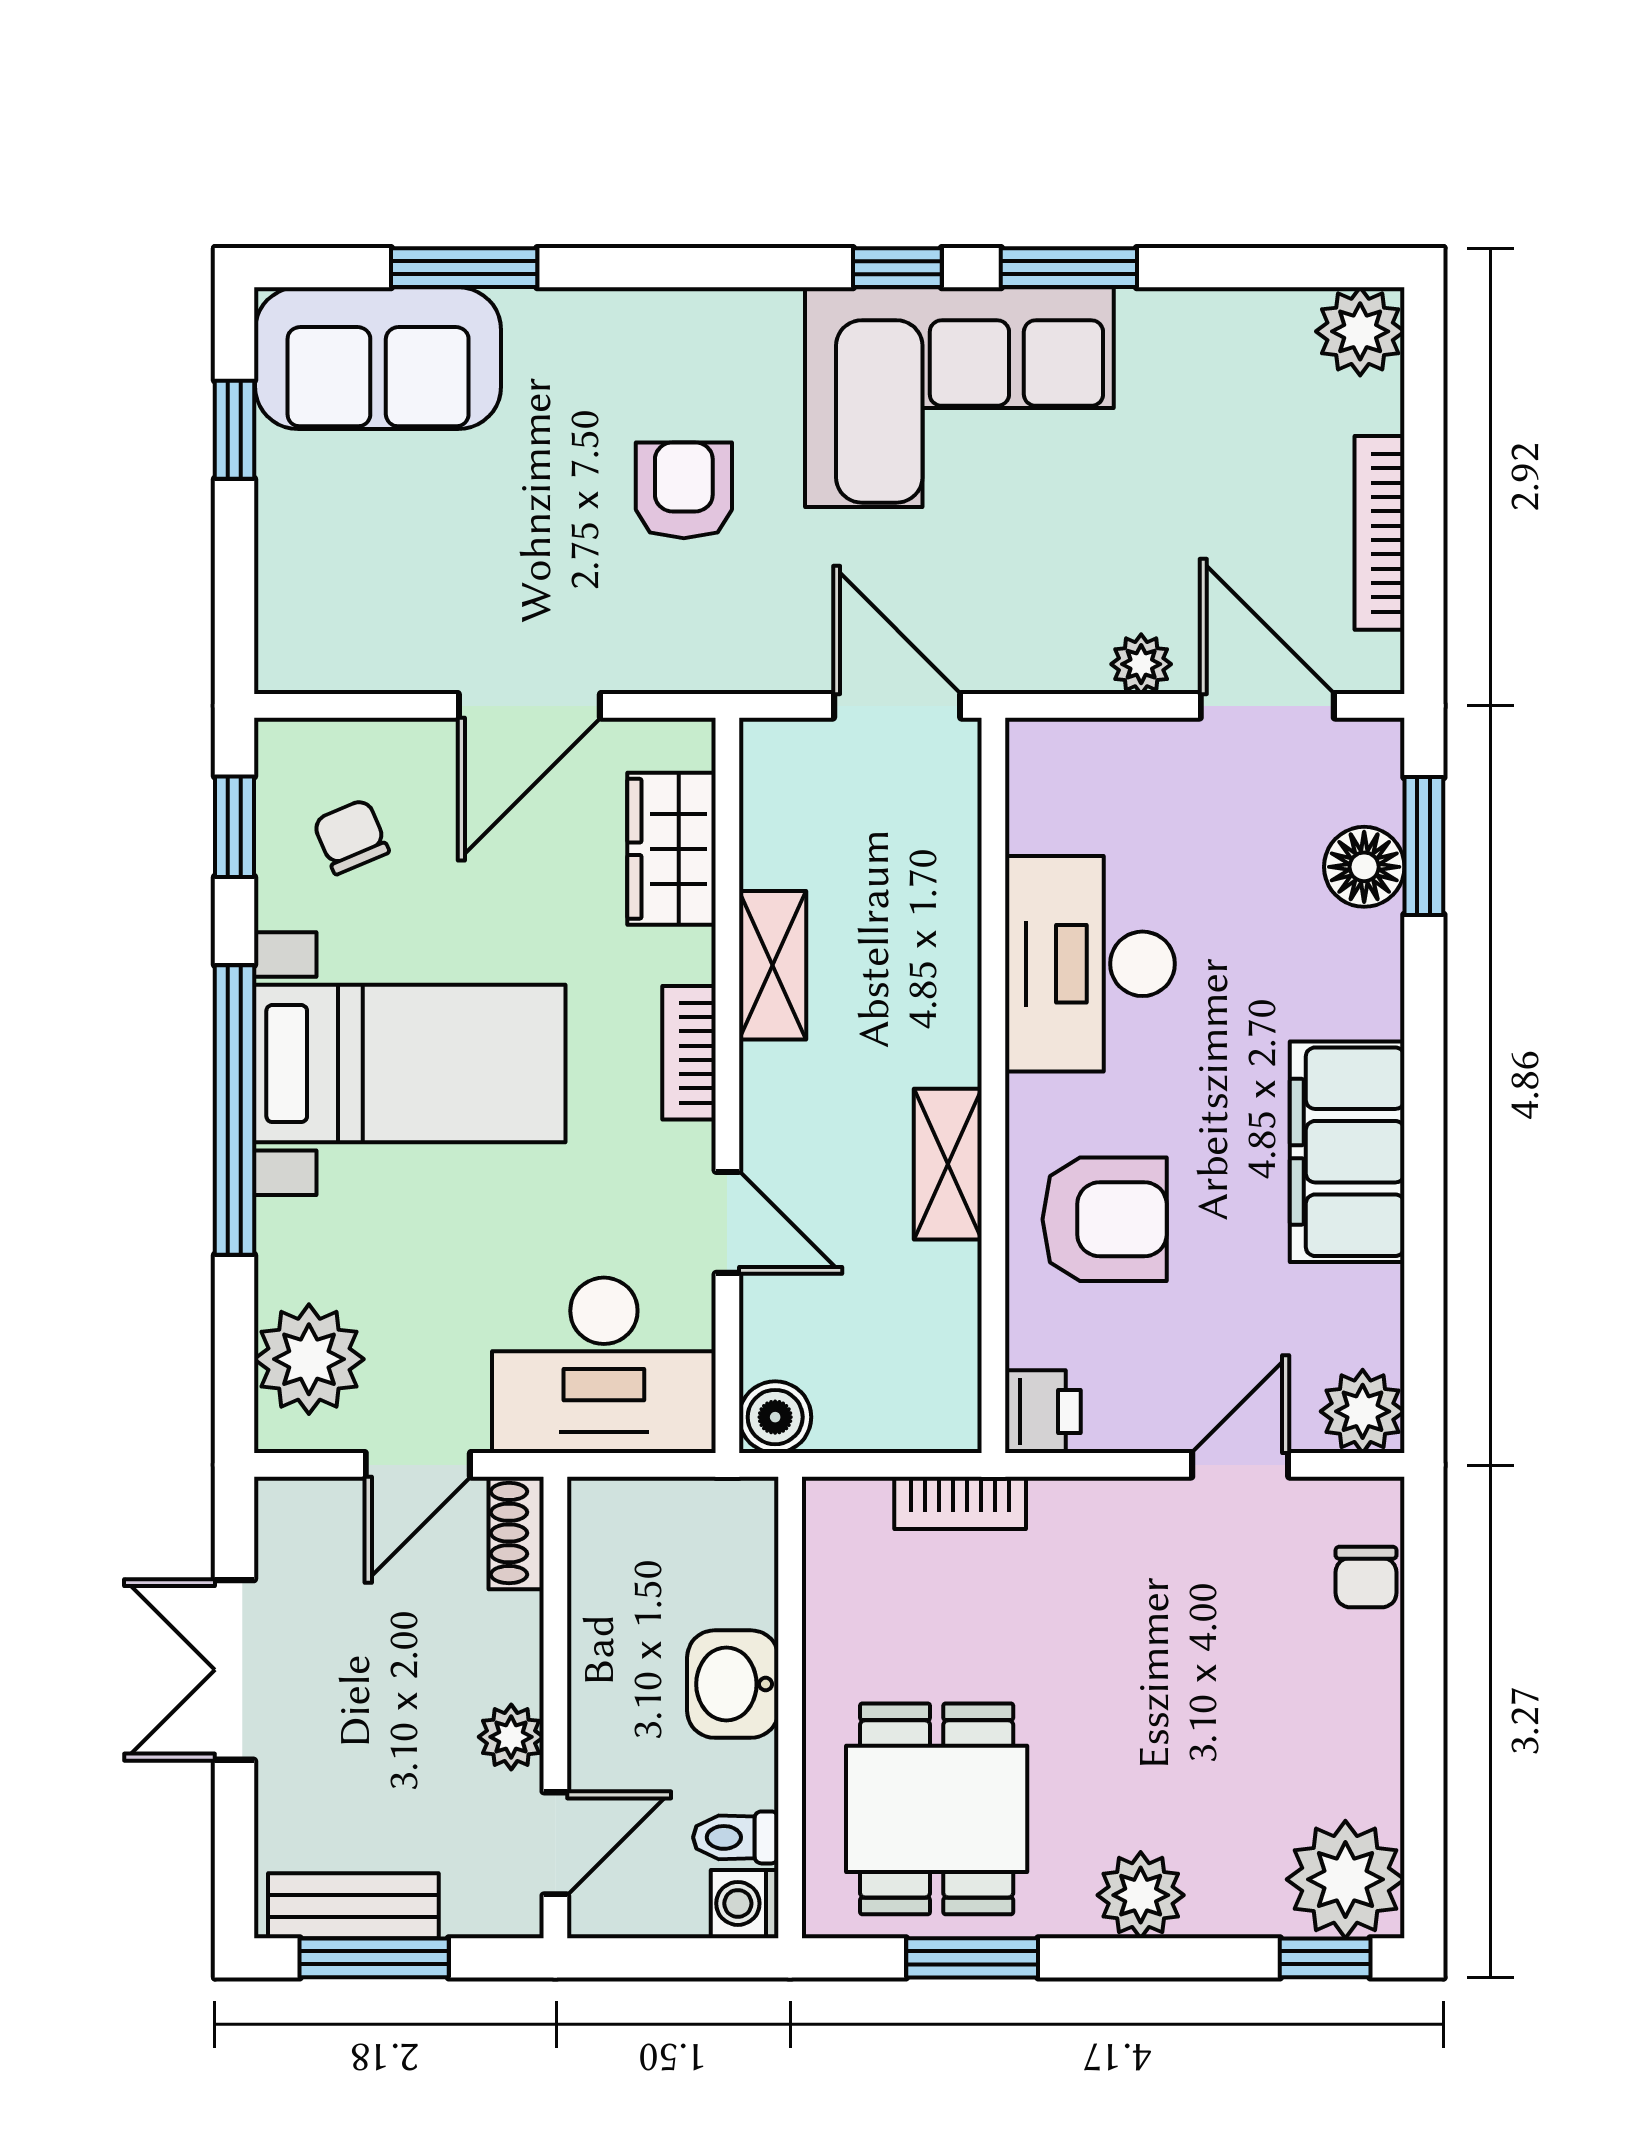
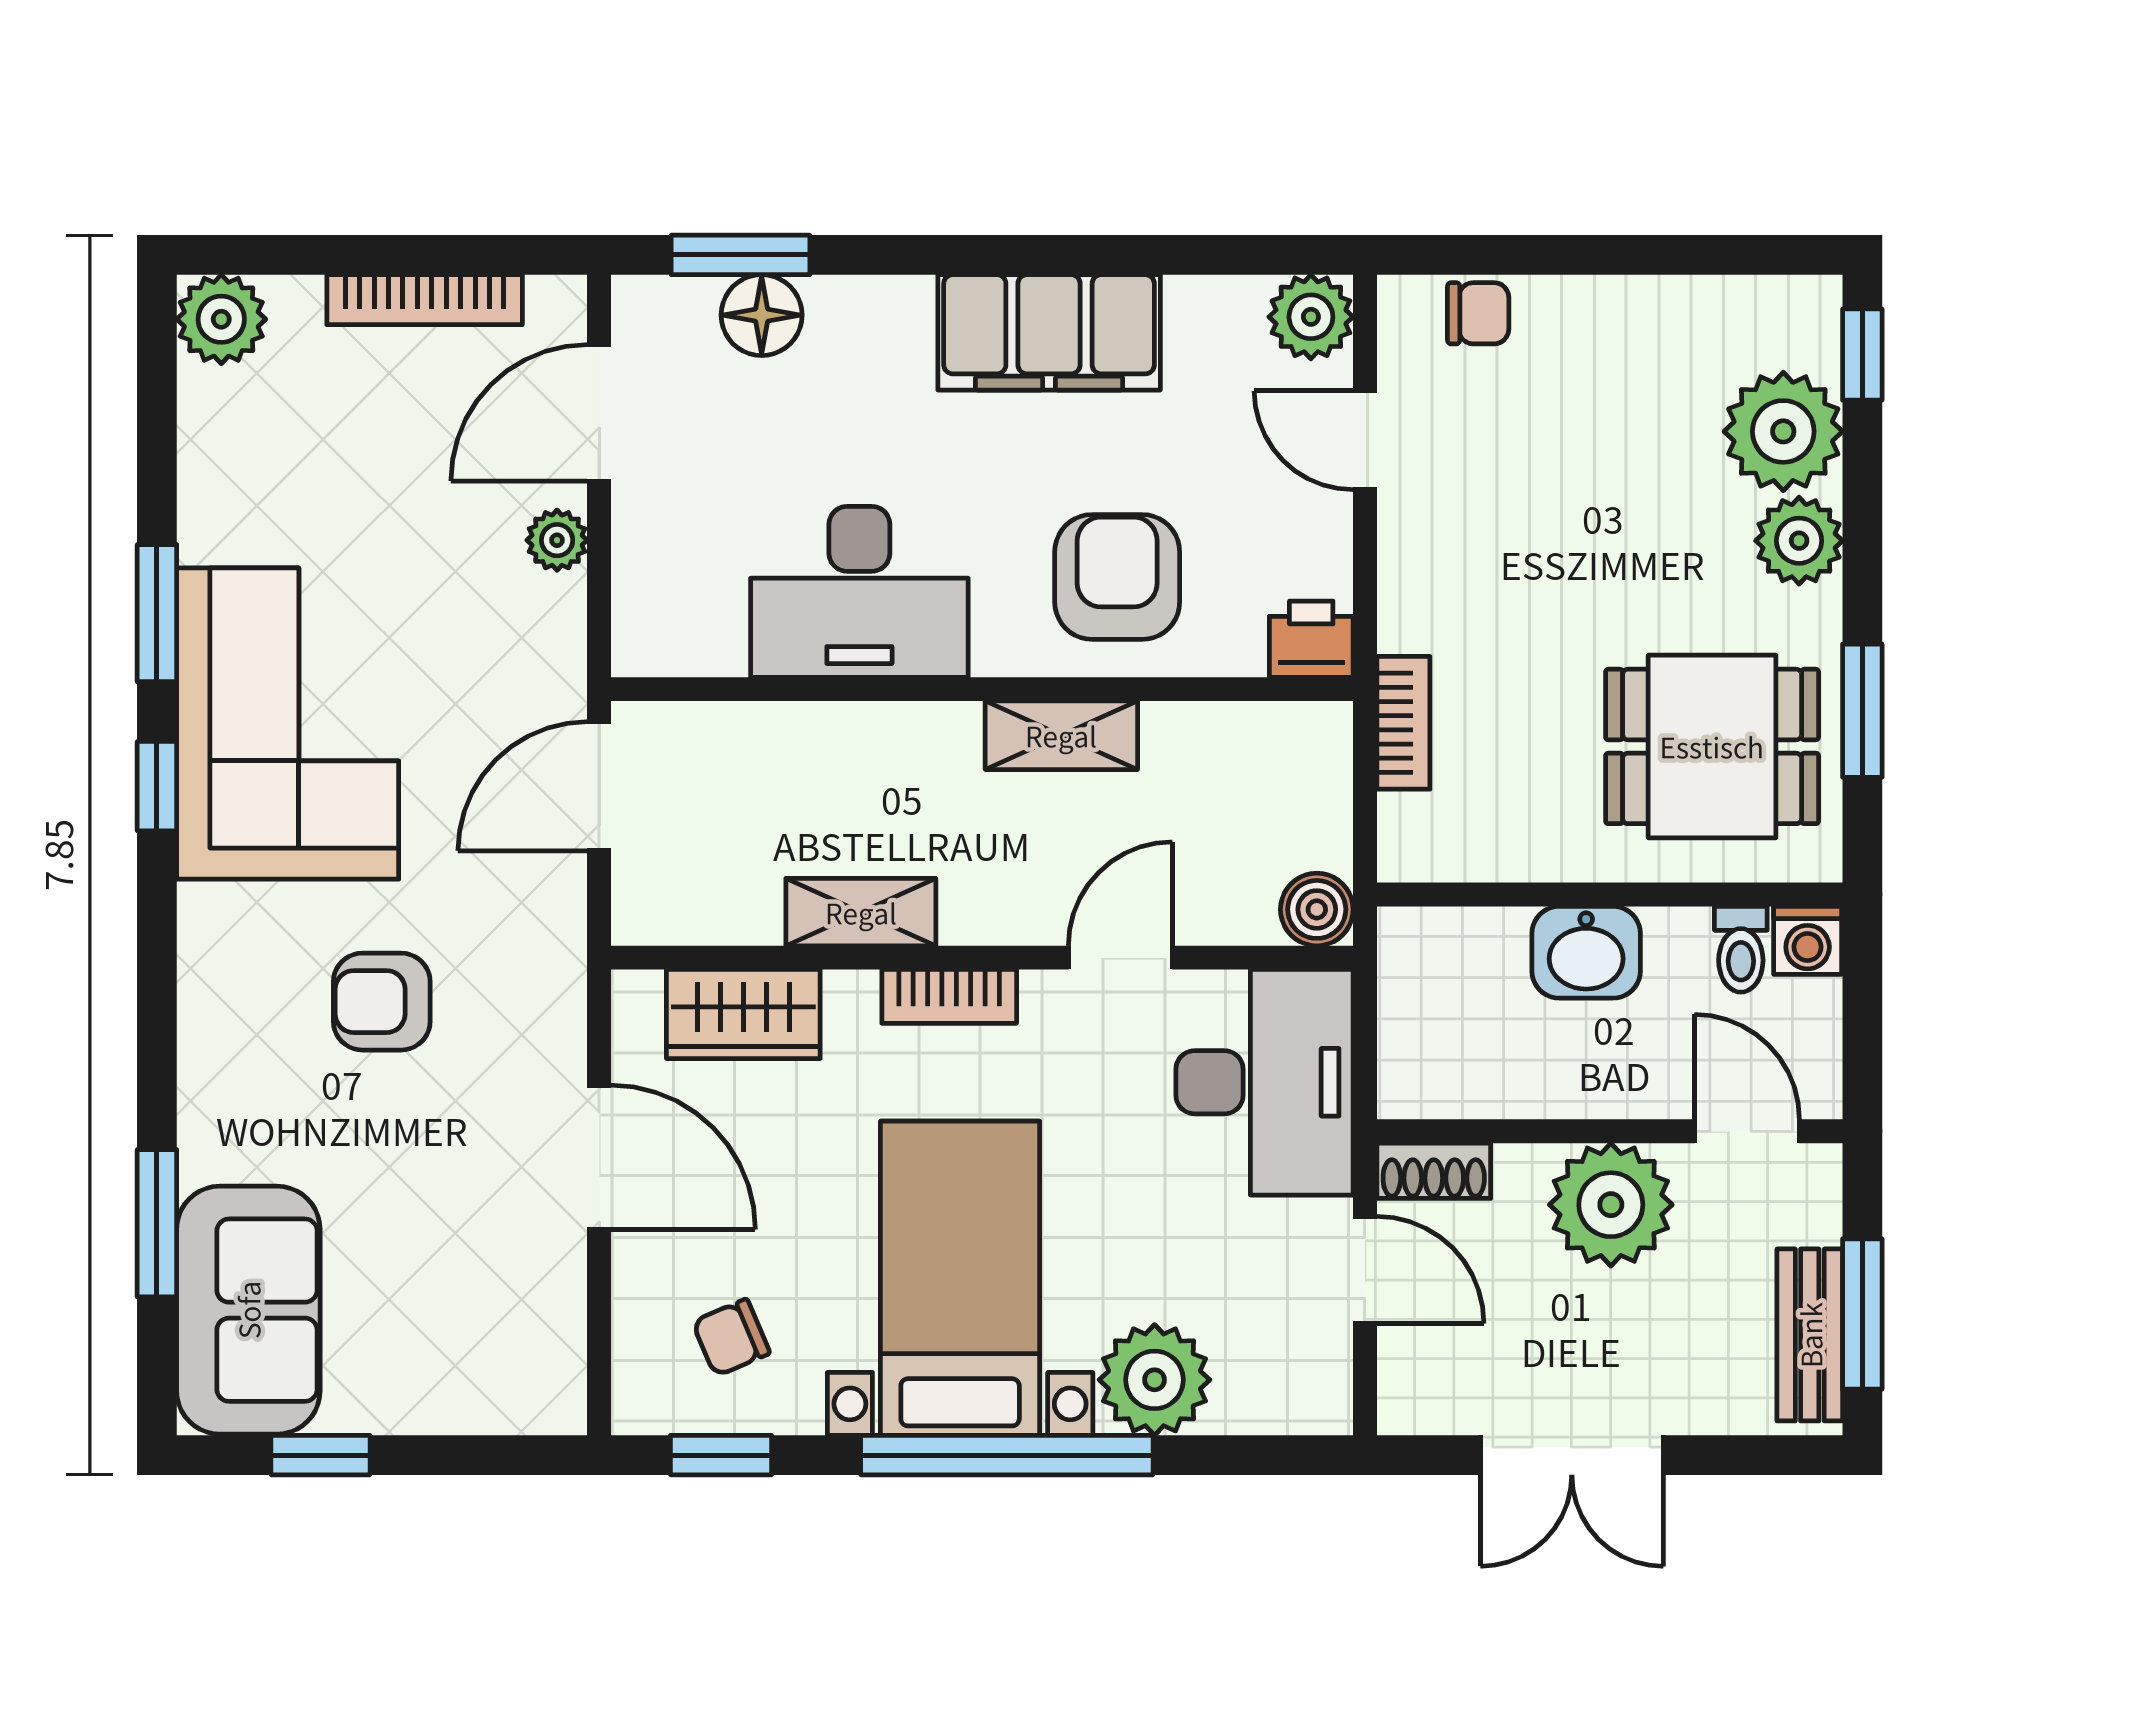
plant: (309, 1359) -> (1155, 1380), moved
plant: (511, 1737) -> (1611, 1205), width x1.88, depth x1.88
plant: (1345, 1879) -> (1783, 431), moved

